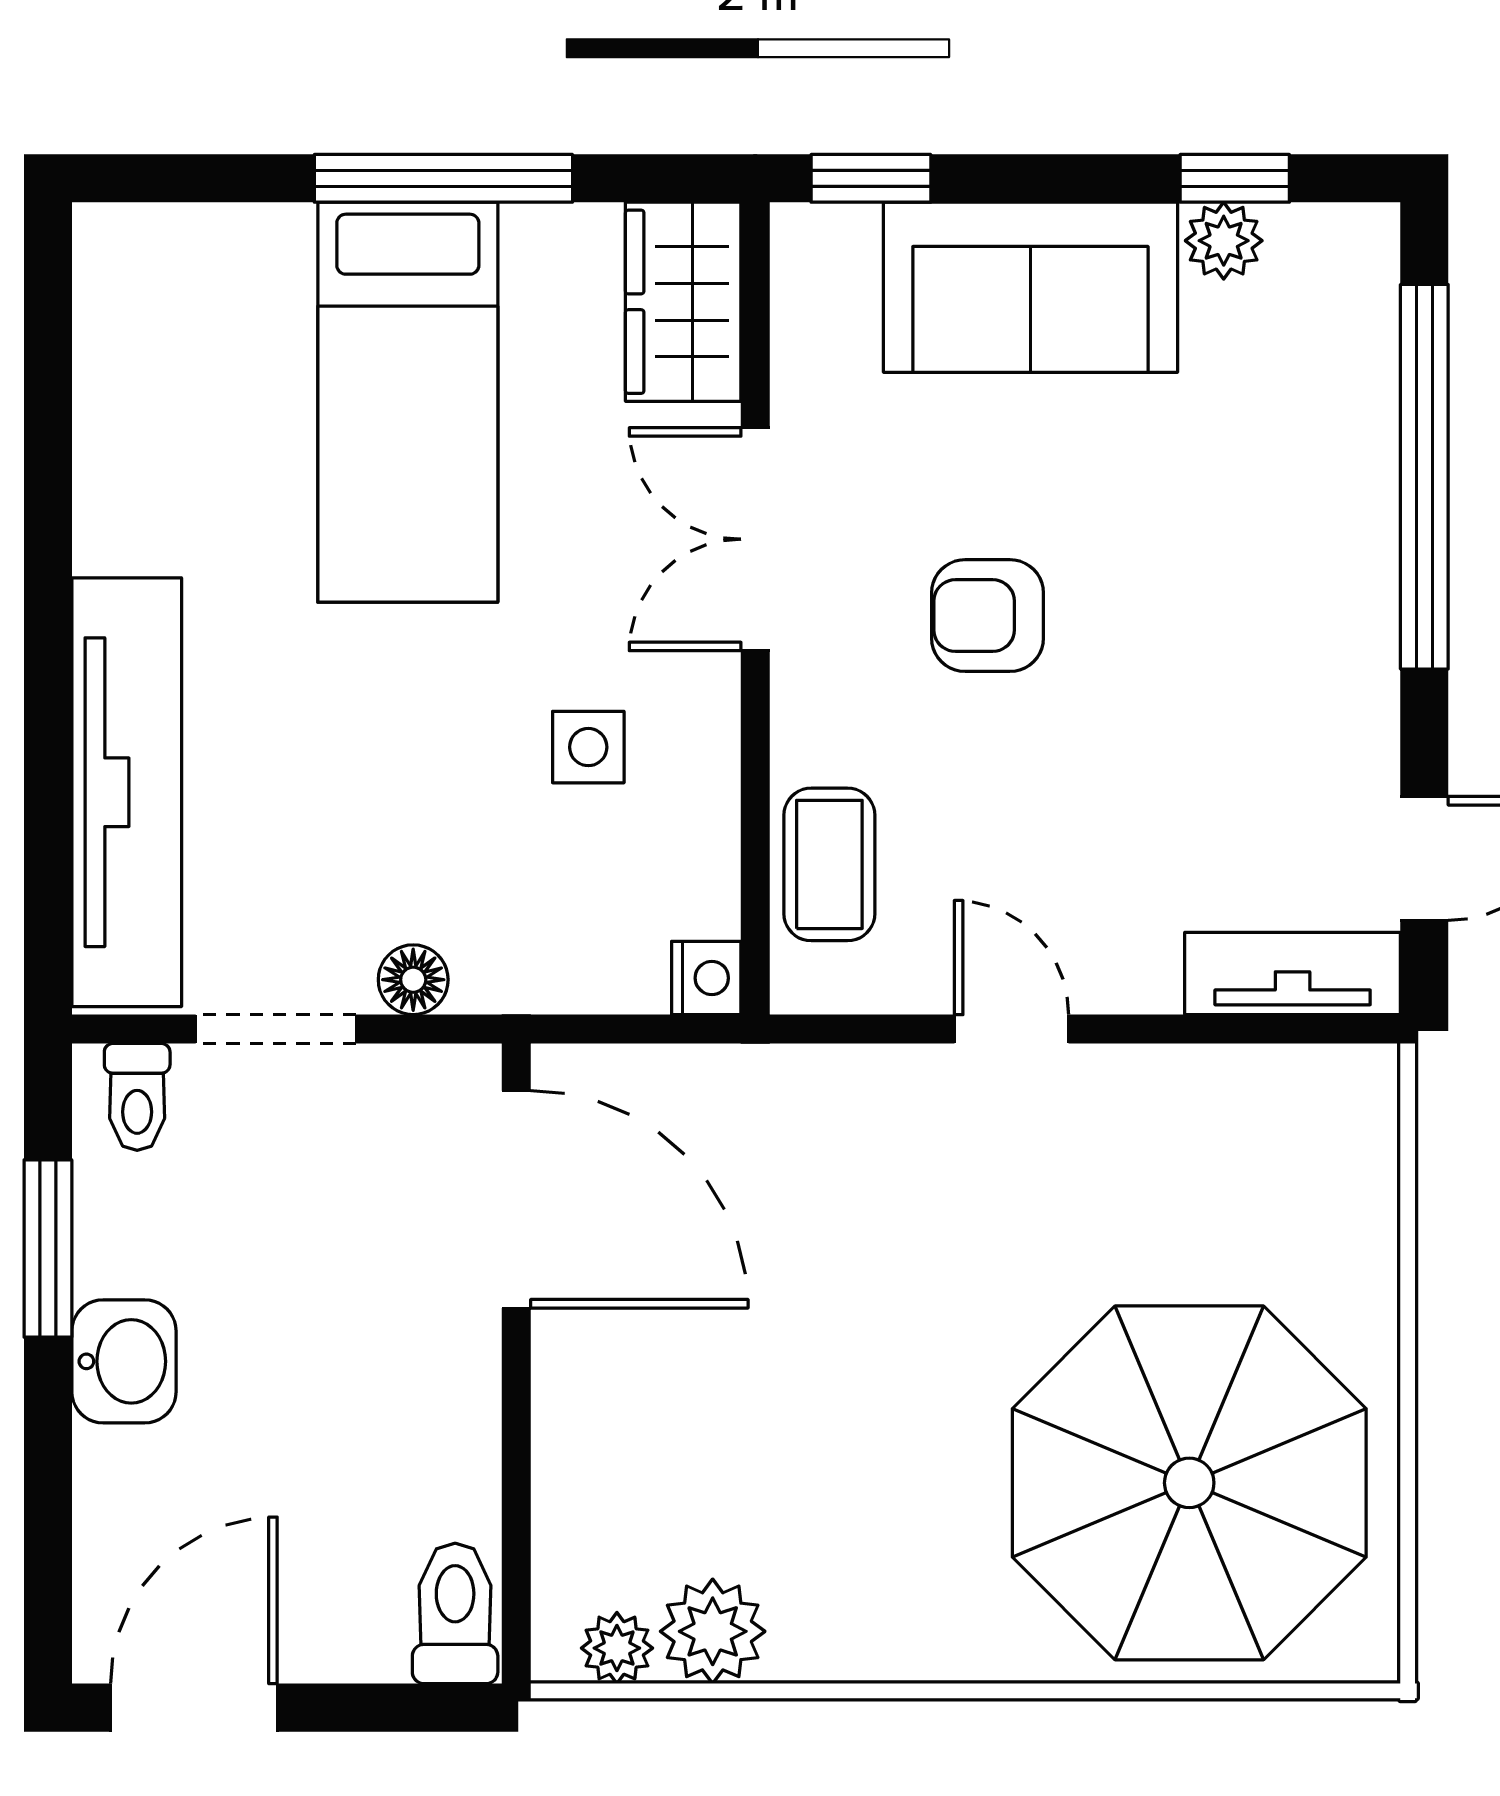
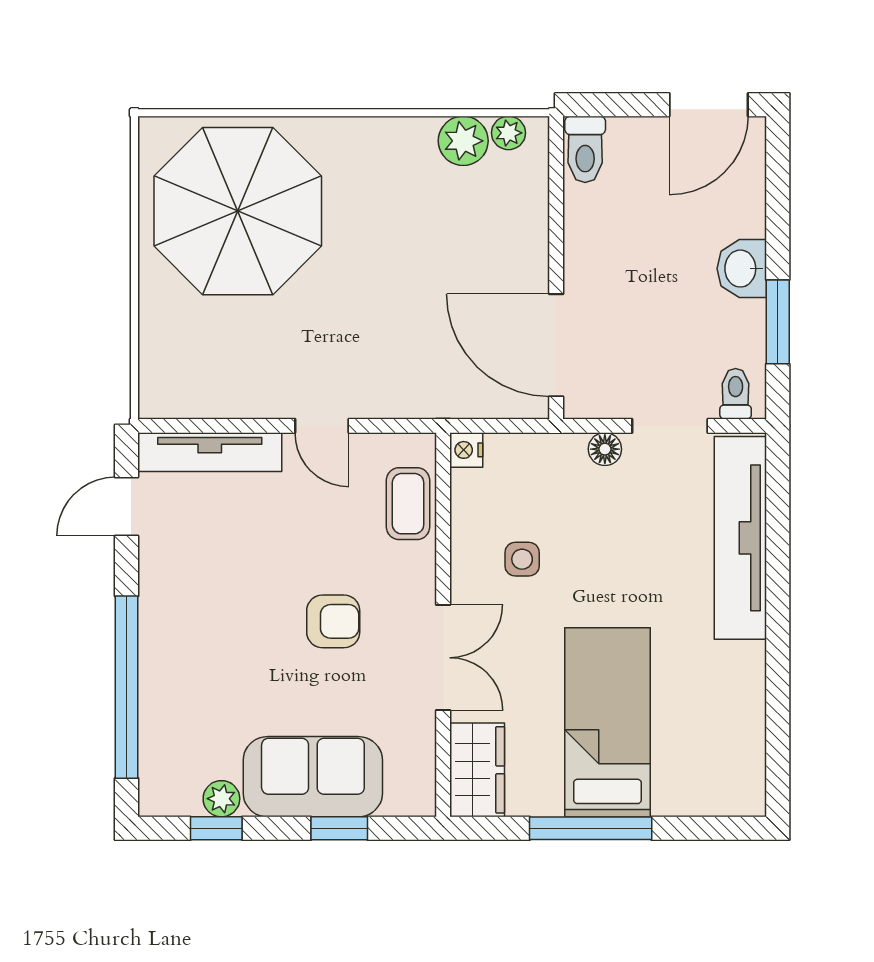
window: (871, 178) -> (339, 828), moved
tv unit: (1293, 973) -> (210, 452), width x1.41

